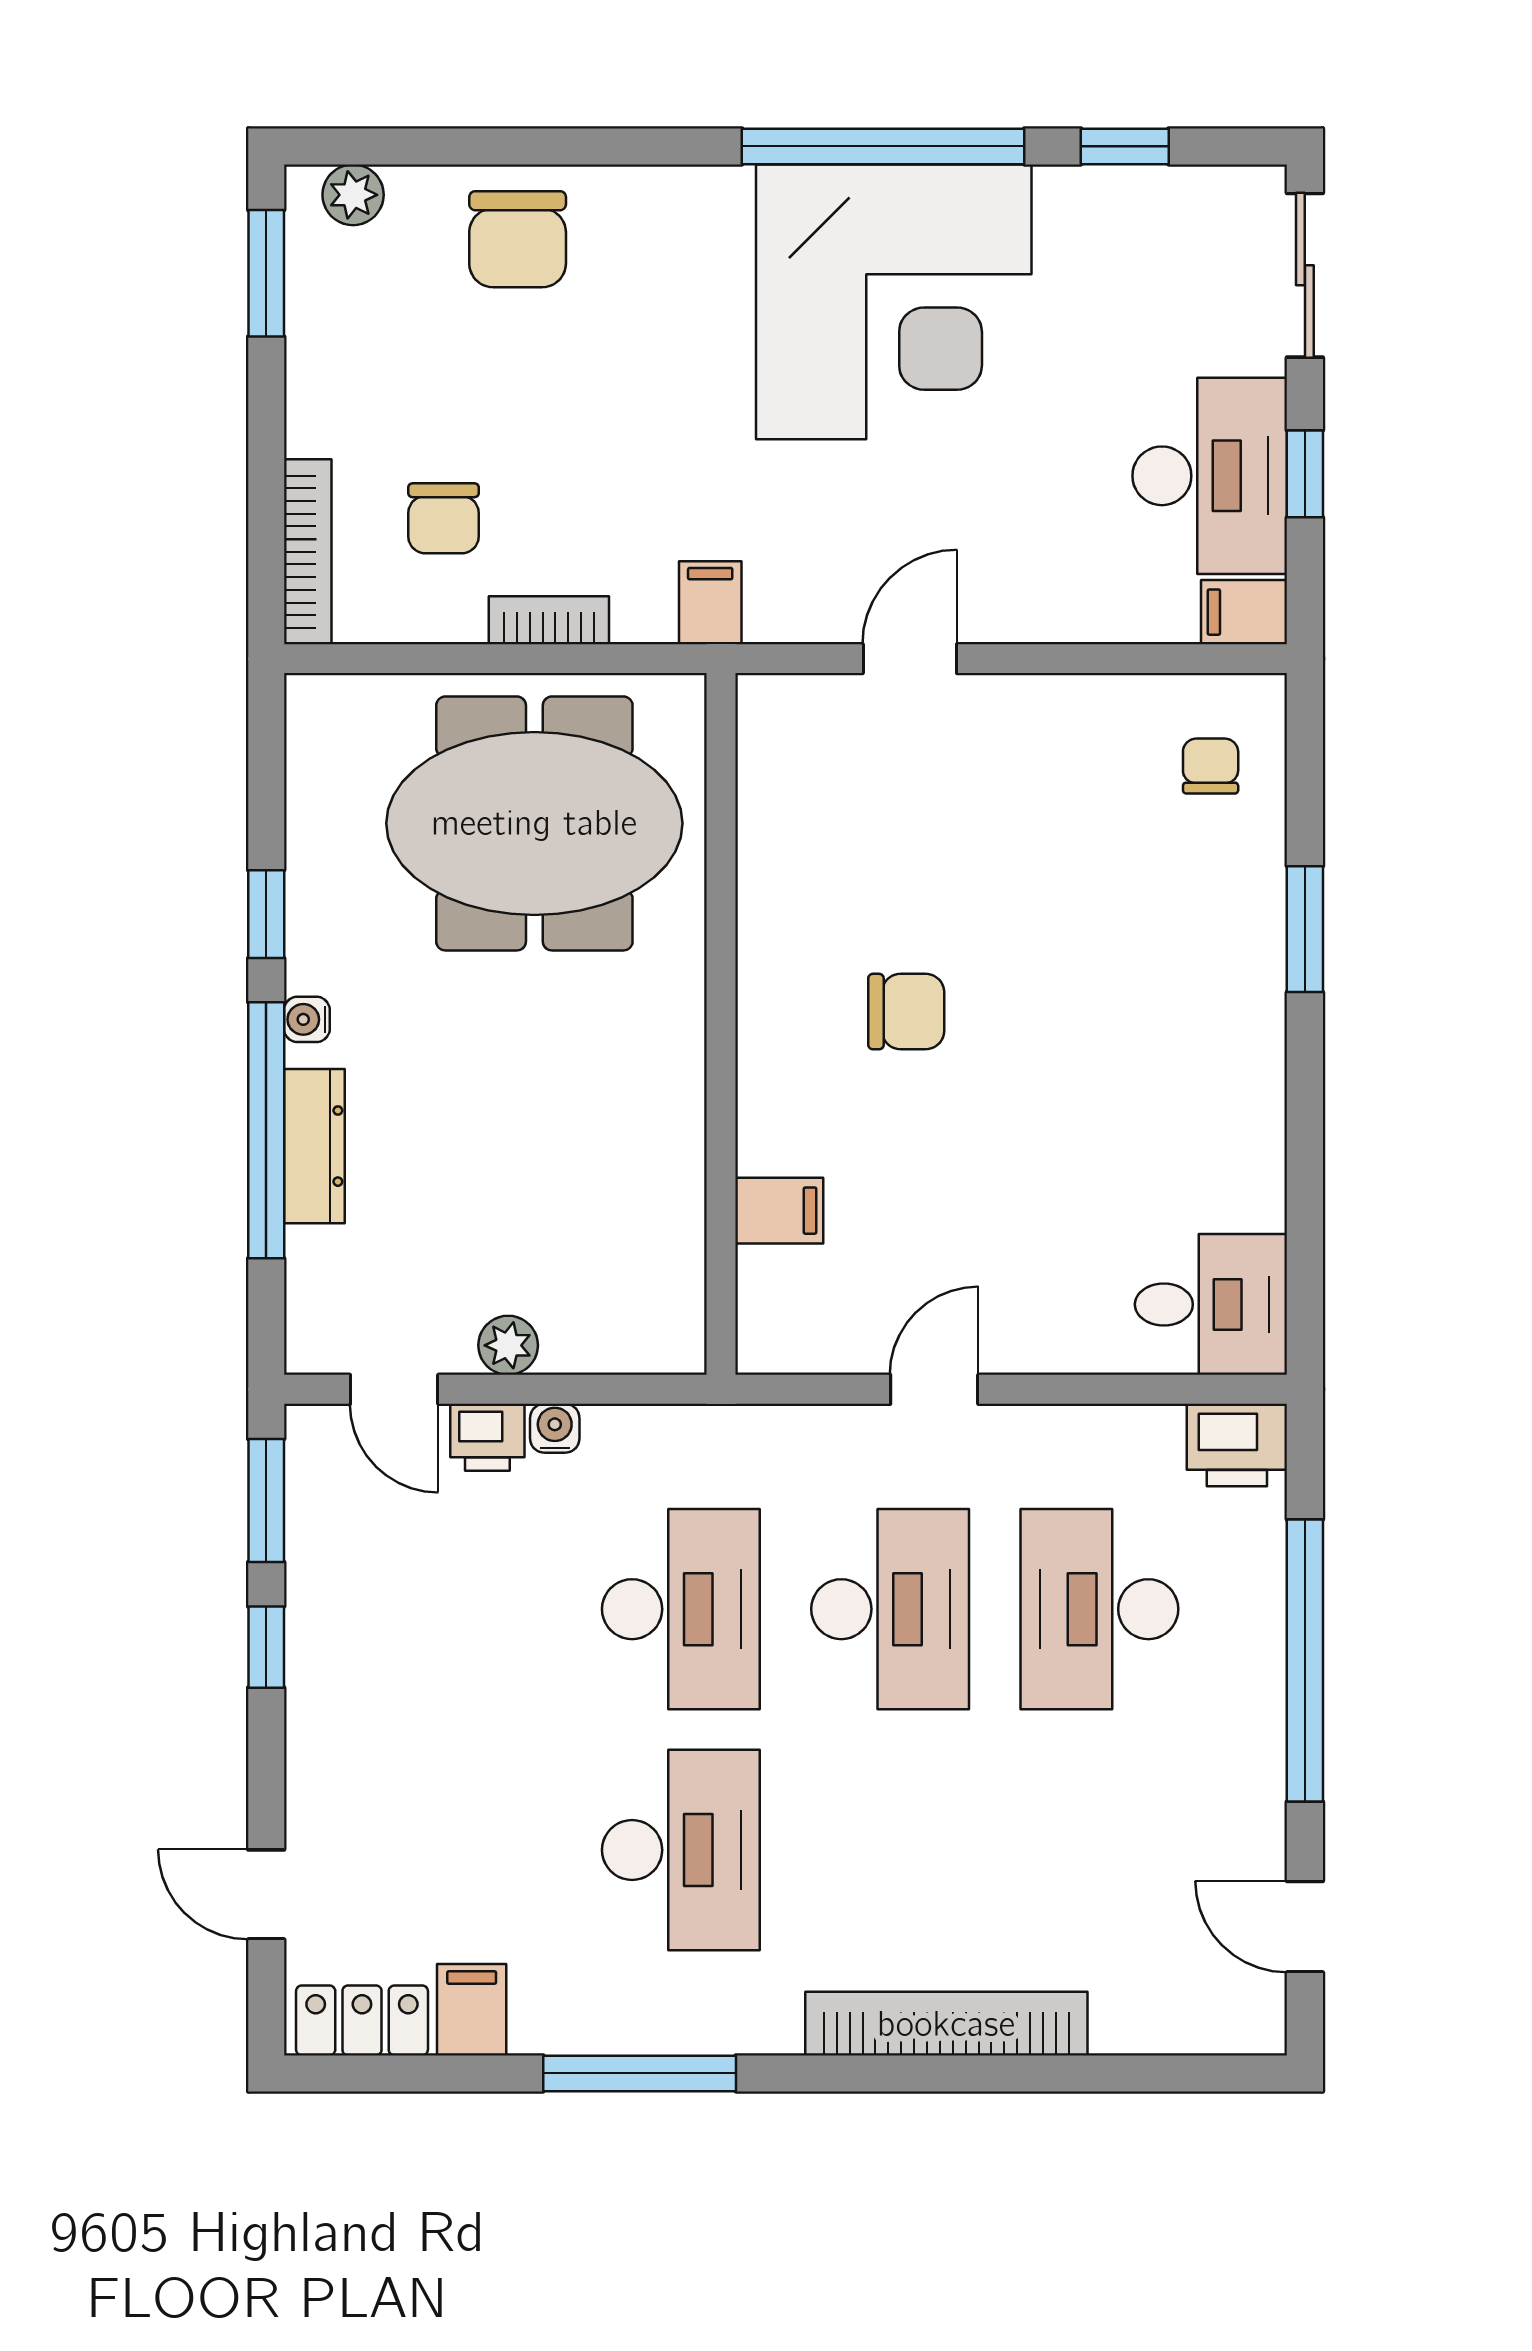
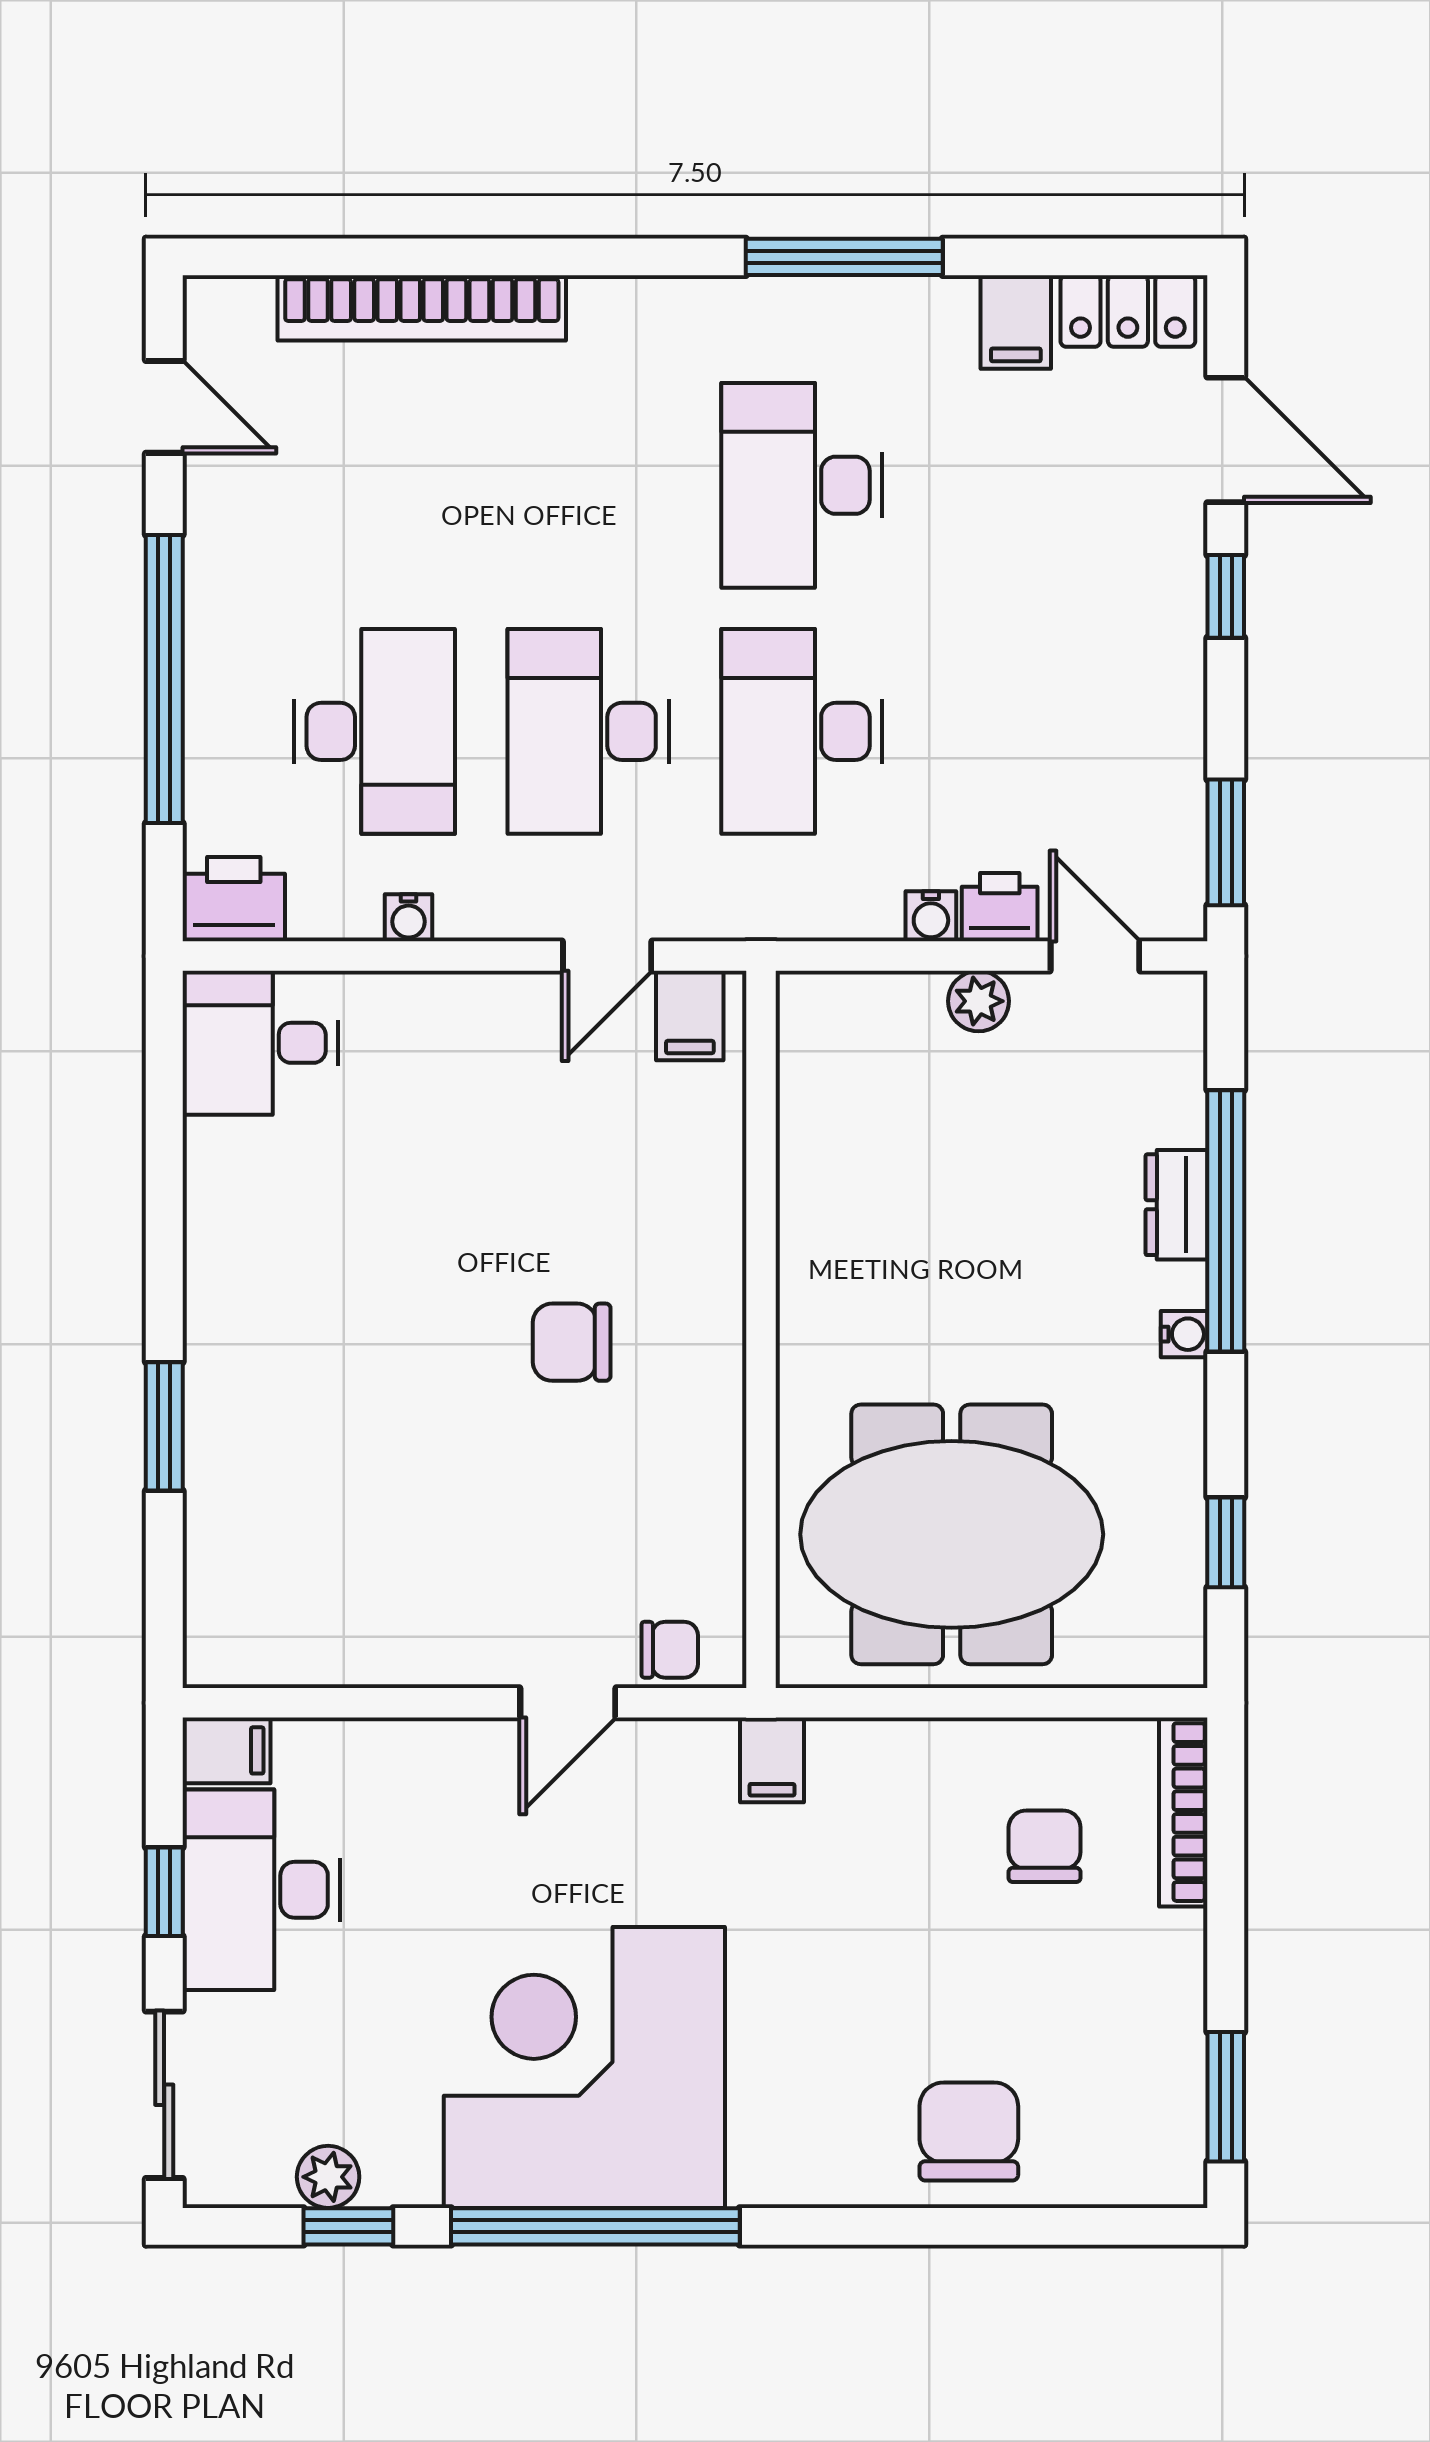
plant: (353, 195) -> (328, 2177), moved
bookcase: (549, 620) -> (937, 1742), removed
chair: (1211, 766) -> (670, 1650), moved, turned -90
window: (266, 914) -> (1226, 1542), moved
dresser: (314, 1146) -> (1177, 1205), width x0.70
filing cabinet: (779, 1211) -> (690, 1016), moved, turned -90
door: (934, 1389) -> (607, 956), moved
water cooler: (1066, 1427) -> (409, 918), added
window: (266, 1647) -> (1226, 596), moved
door: (266, 1894) -> (1226, 440), width x1.38
bookcase: (946, 2024) -> (422, 308), moved

